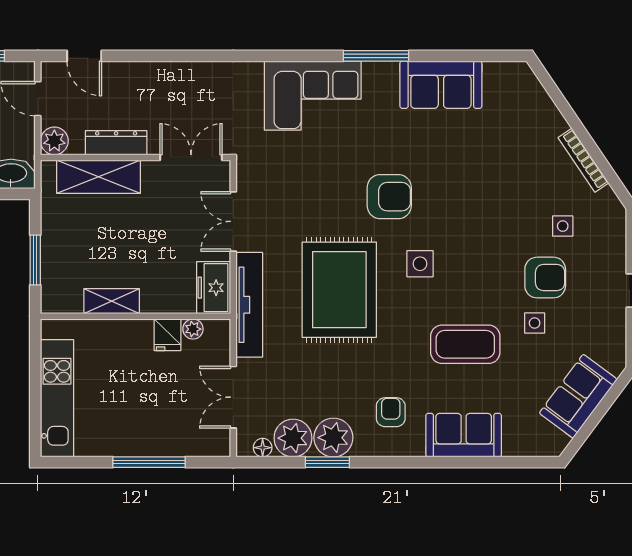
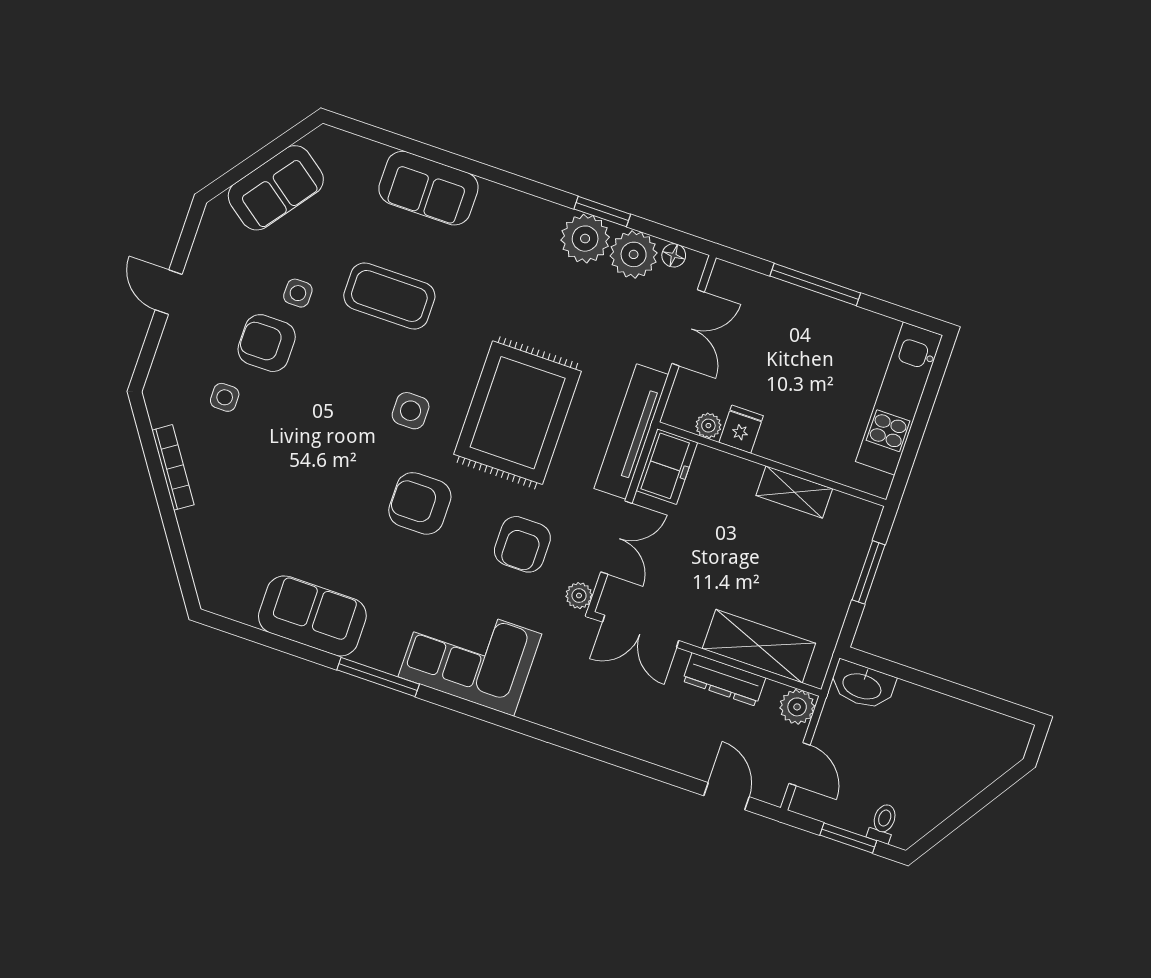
plant: (246, 168) -> (579, 596), added
armchair: (391, 412) -> (522, 544), moved, width x1.38, depth x1.38

